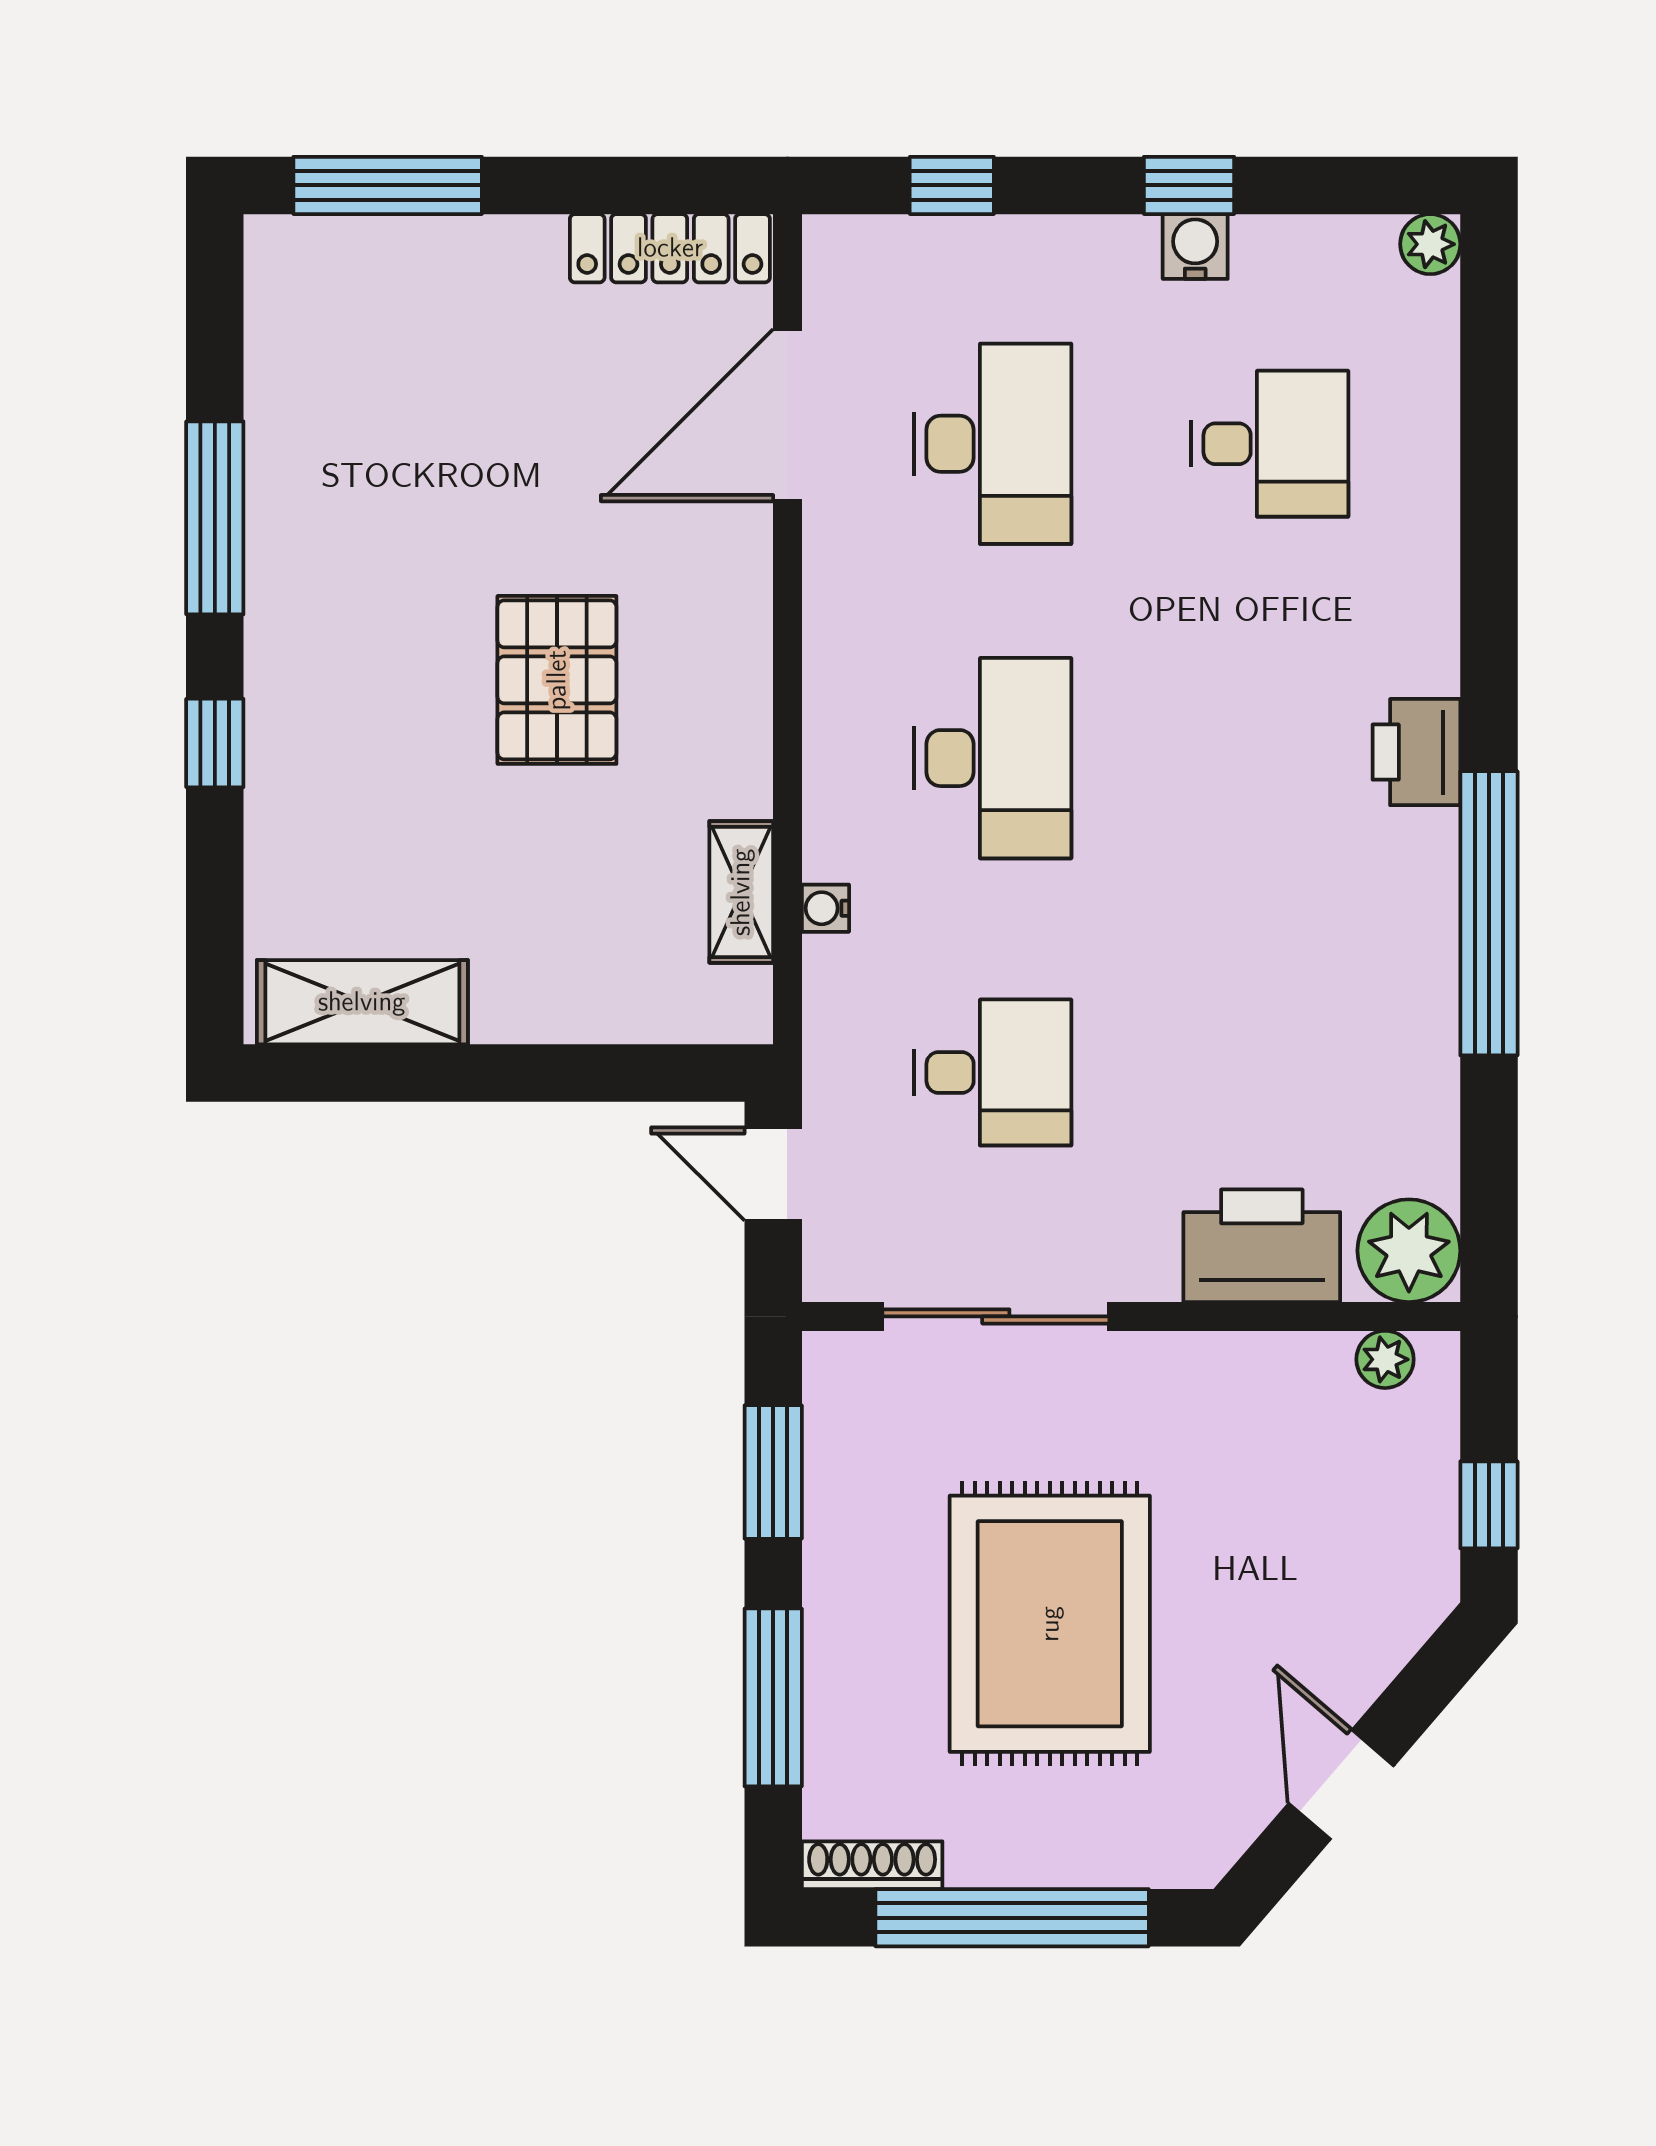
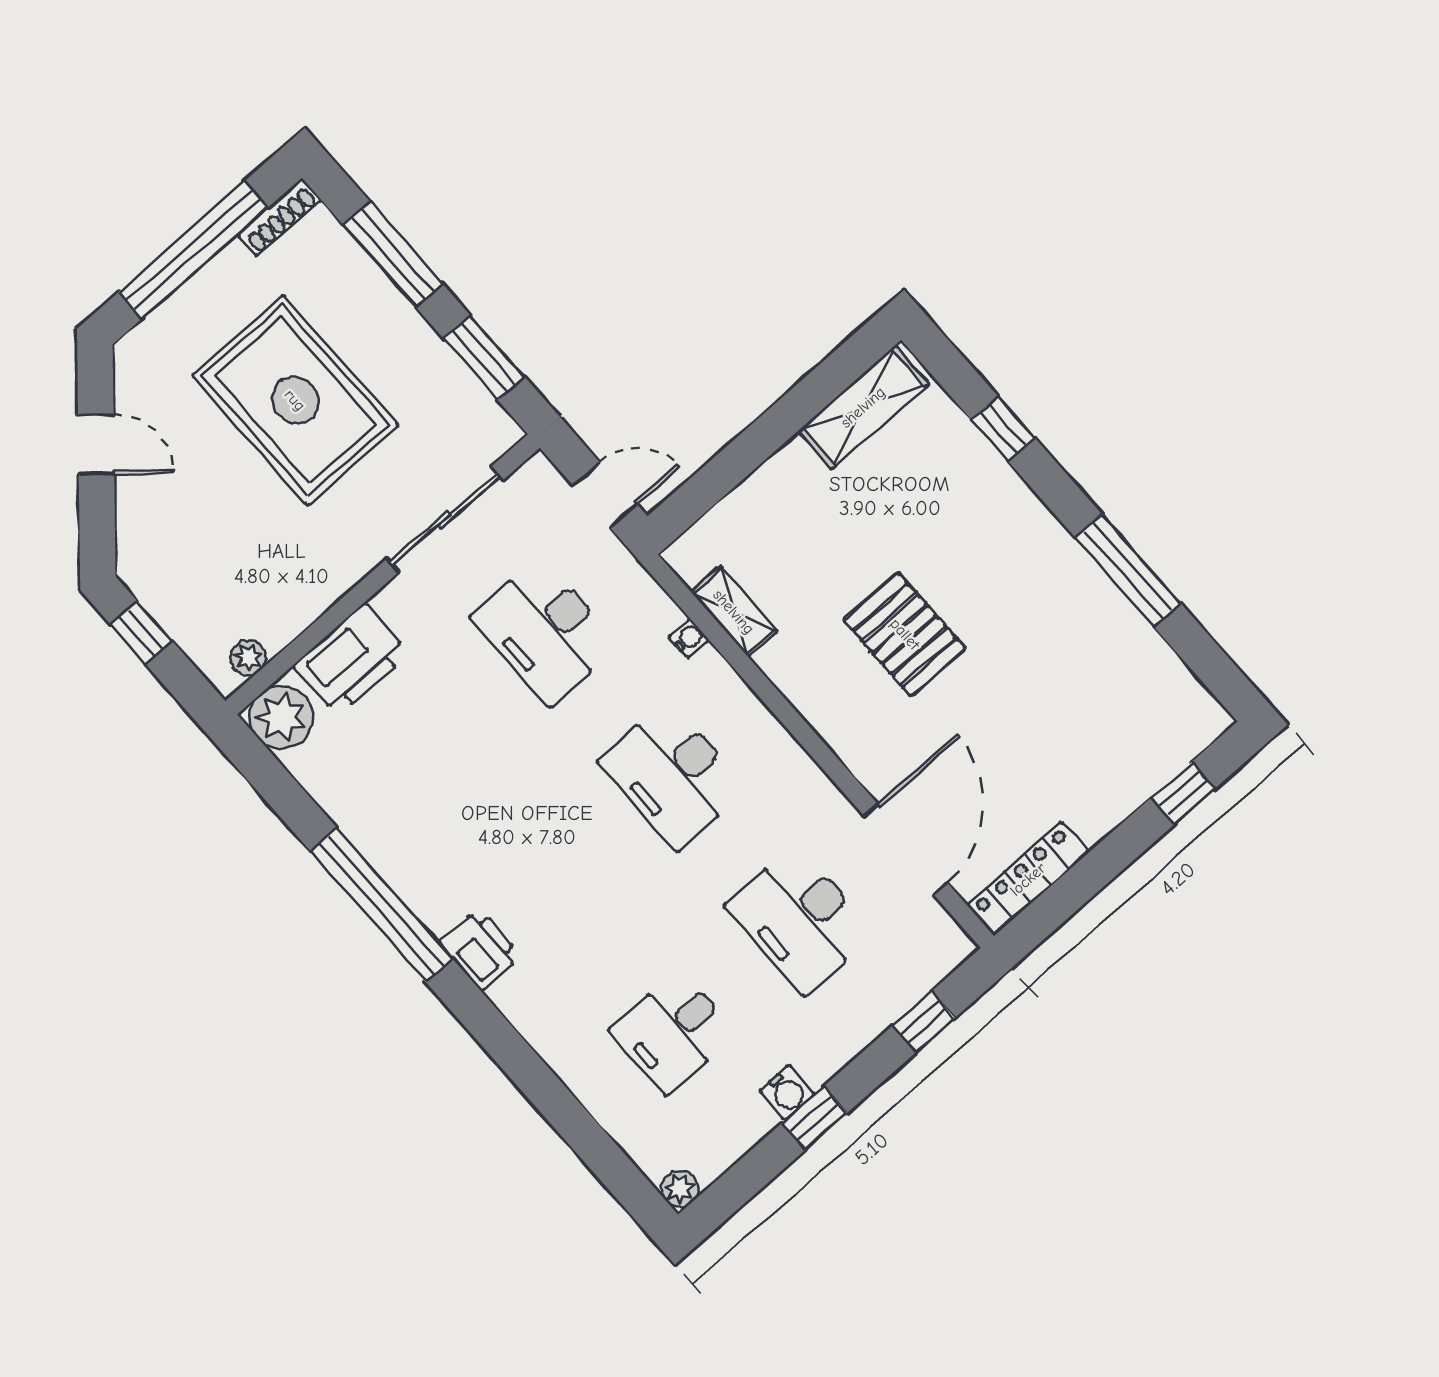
window: (388, 185) -> (1183, 793), width x0.46
window: (215, 743) -> (1003, 429), moved
desk: (993, 1072) -> (545, 630), width x1.37

